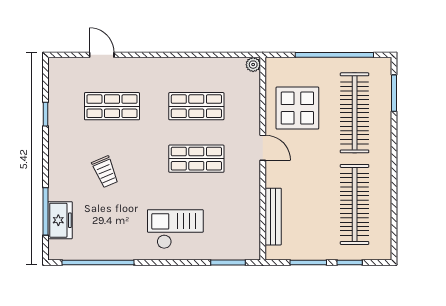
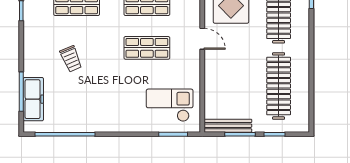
bench: (273, 217) -> (228, 126), moved, turned 90
freezer: (60, 220) -> (33, 99), width x1.40
checkout: (175, 229) -> (170, 105), moved

